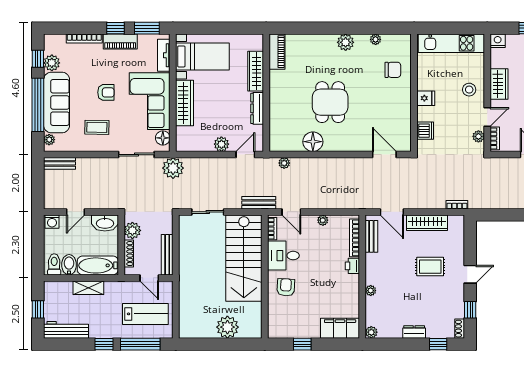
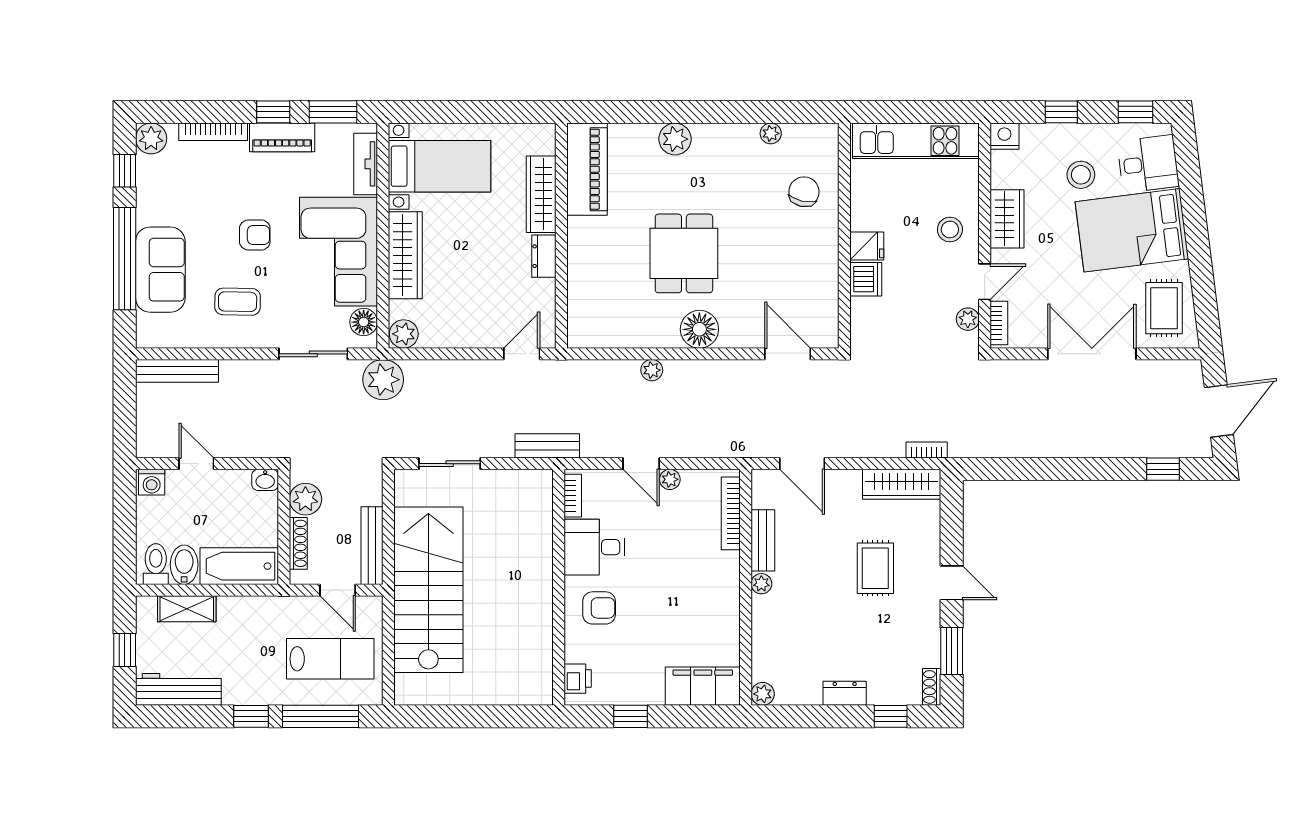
plant: (346, 42) -> (675, 139), moved
piano: (277, 52) -> (587, 169), width x1.37, depth x1.33
plant: (52, 63) -> (151, 138), moved
chair: (393, 70) -> (804, 192), turned -77
sofa: (57, 102) -> (160, 270), width x0.73
dresser: (257, 108) -> (544, 256), width x0.70
dishwasher: (425, 131) -> (866, 279), moved
plant: (49, 140) -> (146, 325), removed
floor lamp: (313, 142) -> (699, 329), moved
plant: (221, 144) -> (404, 334), moved
bench: (60, 163) -> (177, 371), width x1.36
plant: (284, 163) -> (652, 370), moved
door: (75, 212) -> (196, 464), swing flipped
door: (291, 212) -> (641, 464), moved
washbasin: (105, 223) -> (265, 480), width x0.52, depth x0.69
wardrobe: (427, 223) -> (902, 484), moved
bench: (371, 236) -> (763, 540), moved
stairs: (244, 258) -> (428, 590), moved, turned 180
printer: (352, 266) -> (578, 679), moved, turned 180
rug: (430, 267) -> (875, 568), turned 90
door: (470, 274) -> (952, 583), hinge flipped
armchair: (286, 287) -> (599, 608), turned 87
shelving: (88, 288) -> (187, 609), moved
plant: (371, 291) -> (761, 584), moved
window: (470, 310) -> (952, 651), width x1.50
plant: (227, 327) -> (487, 684), removed

